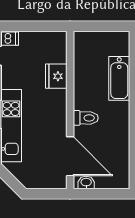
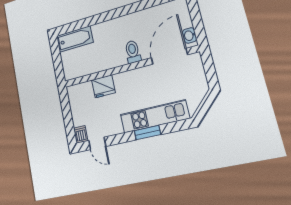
bathtub: (119, 78) -> (75, 39), moved

